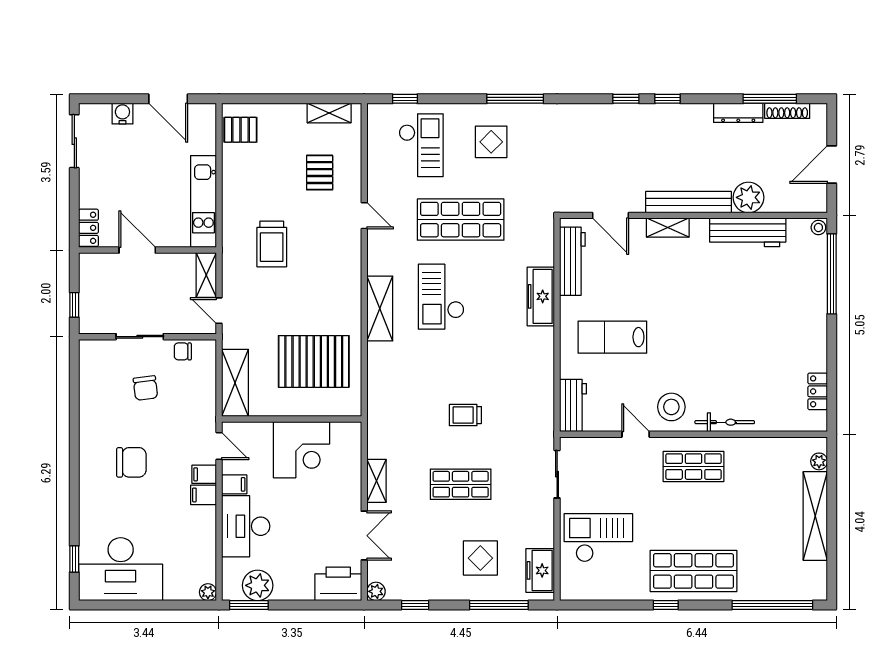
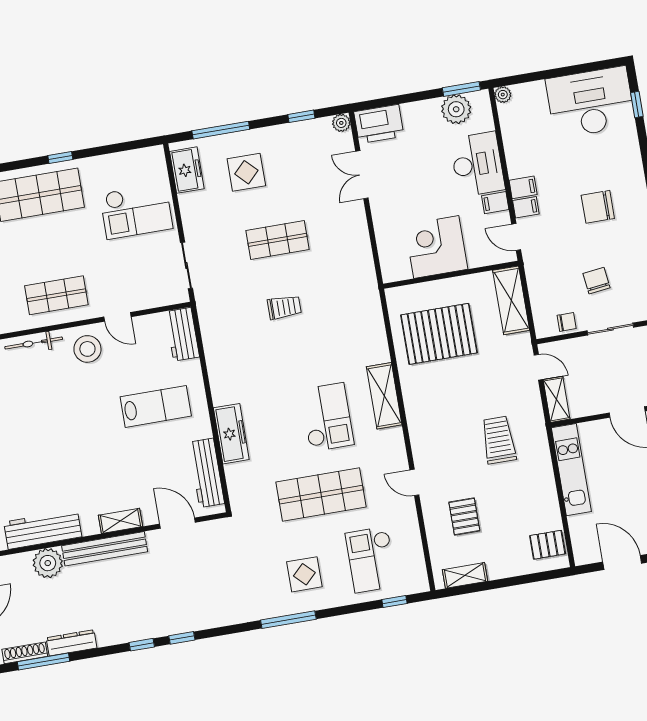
shelving: (376, 481) -> (359, 229), removed

